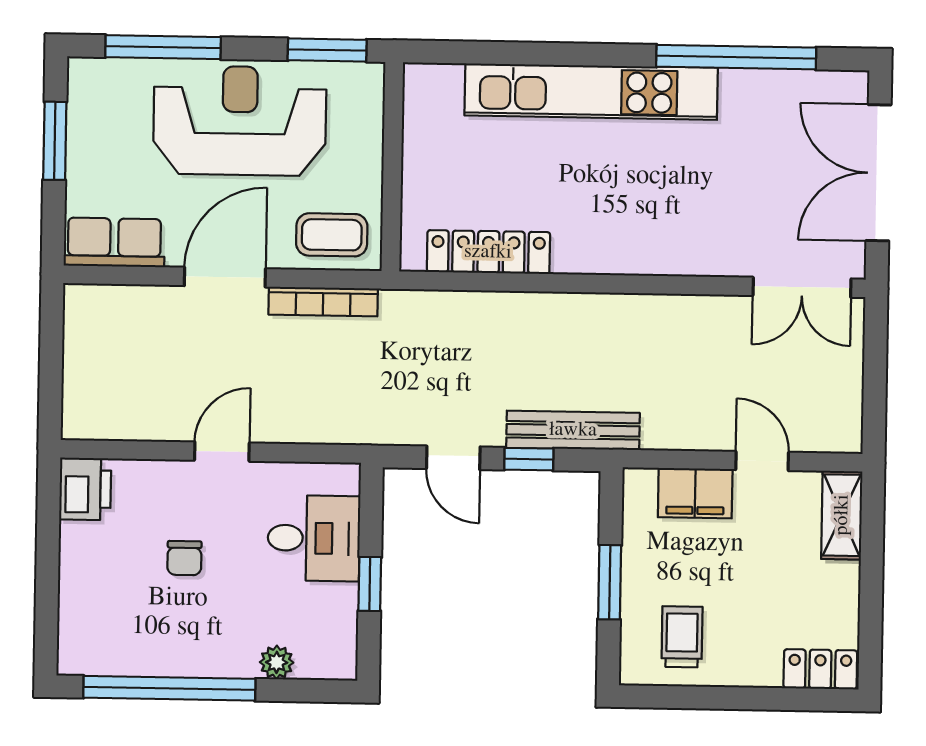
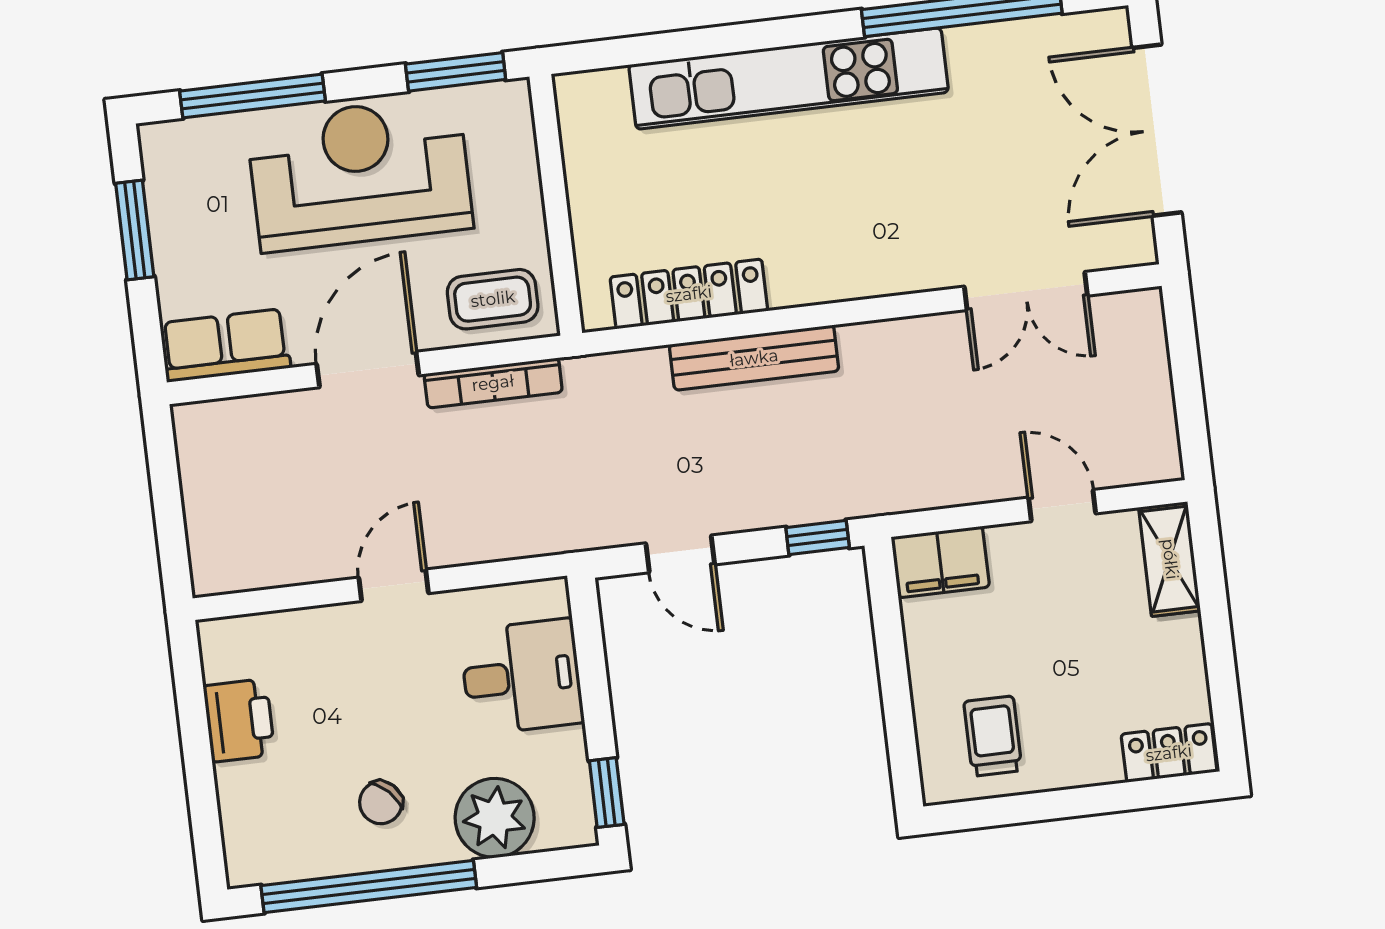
double door: (802, 287) -> (1026, 291), moved
bench: (573, 430) -> (754, 358), moved
window: (529, 459) -> (818, 537), moved
printer: (85, 489) -> (239, 720), moved
filing cabinet: (695, 493) -> (940, 562), moved
chair: (184, 558) -> (381, 803), moved, turned 45
window: (610, 582) -> (894, 681), removed
window: (370, 584) -> (607, 793), moved
plant: (277, 662) -> (495, 818), width x1.88, depth x1.88

